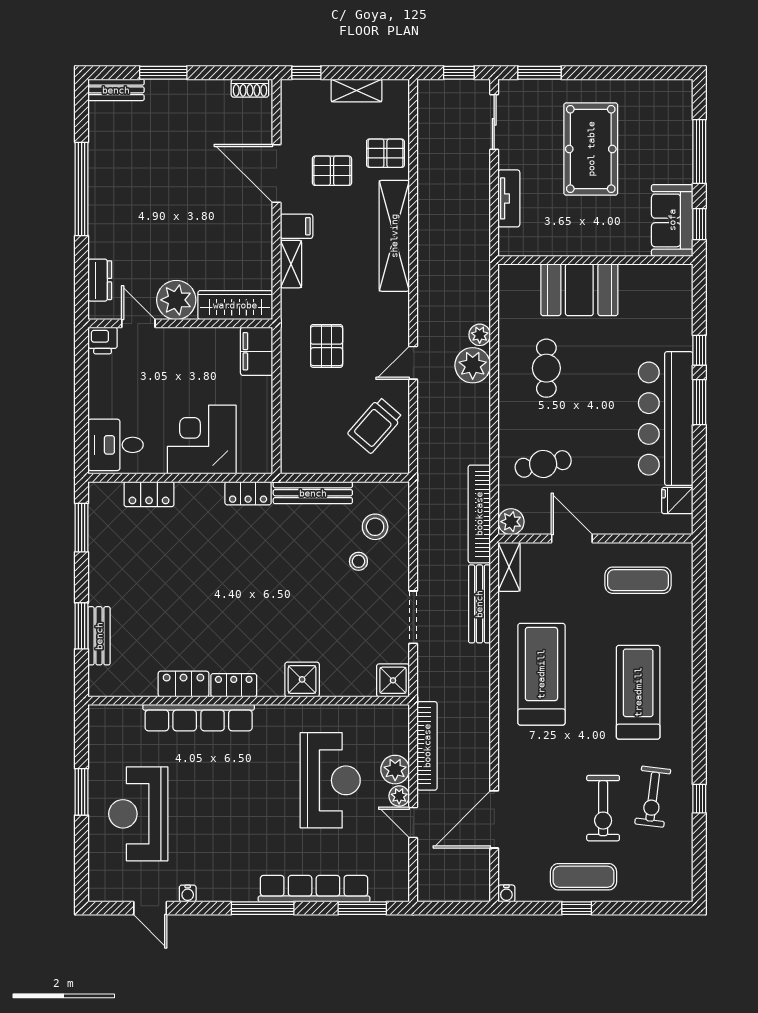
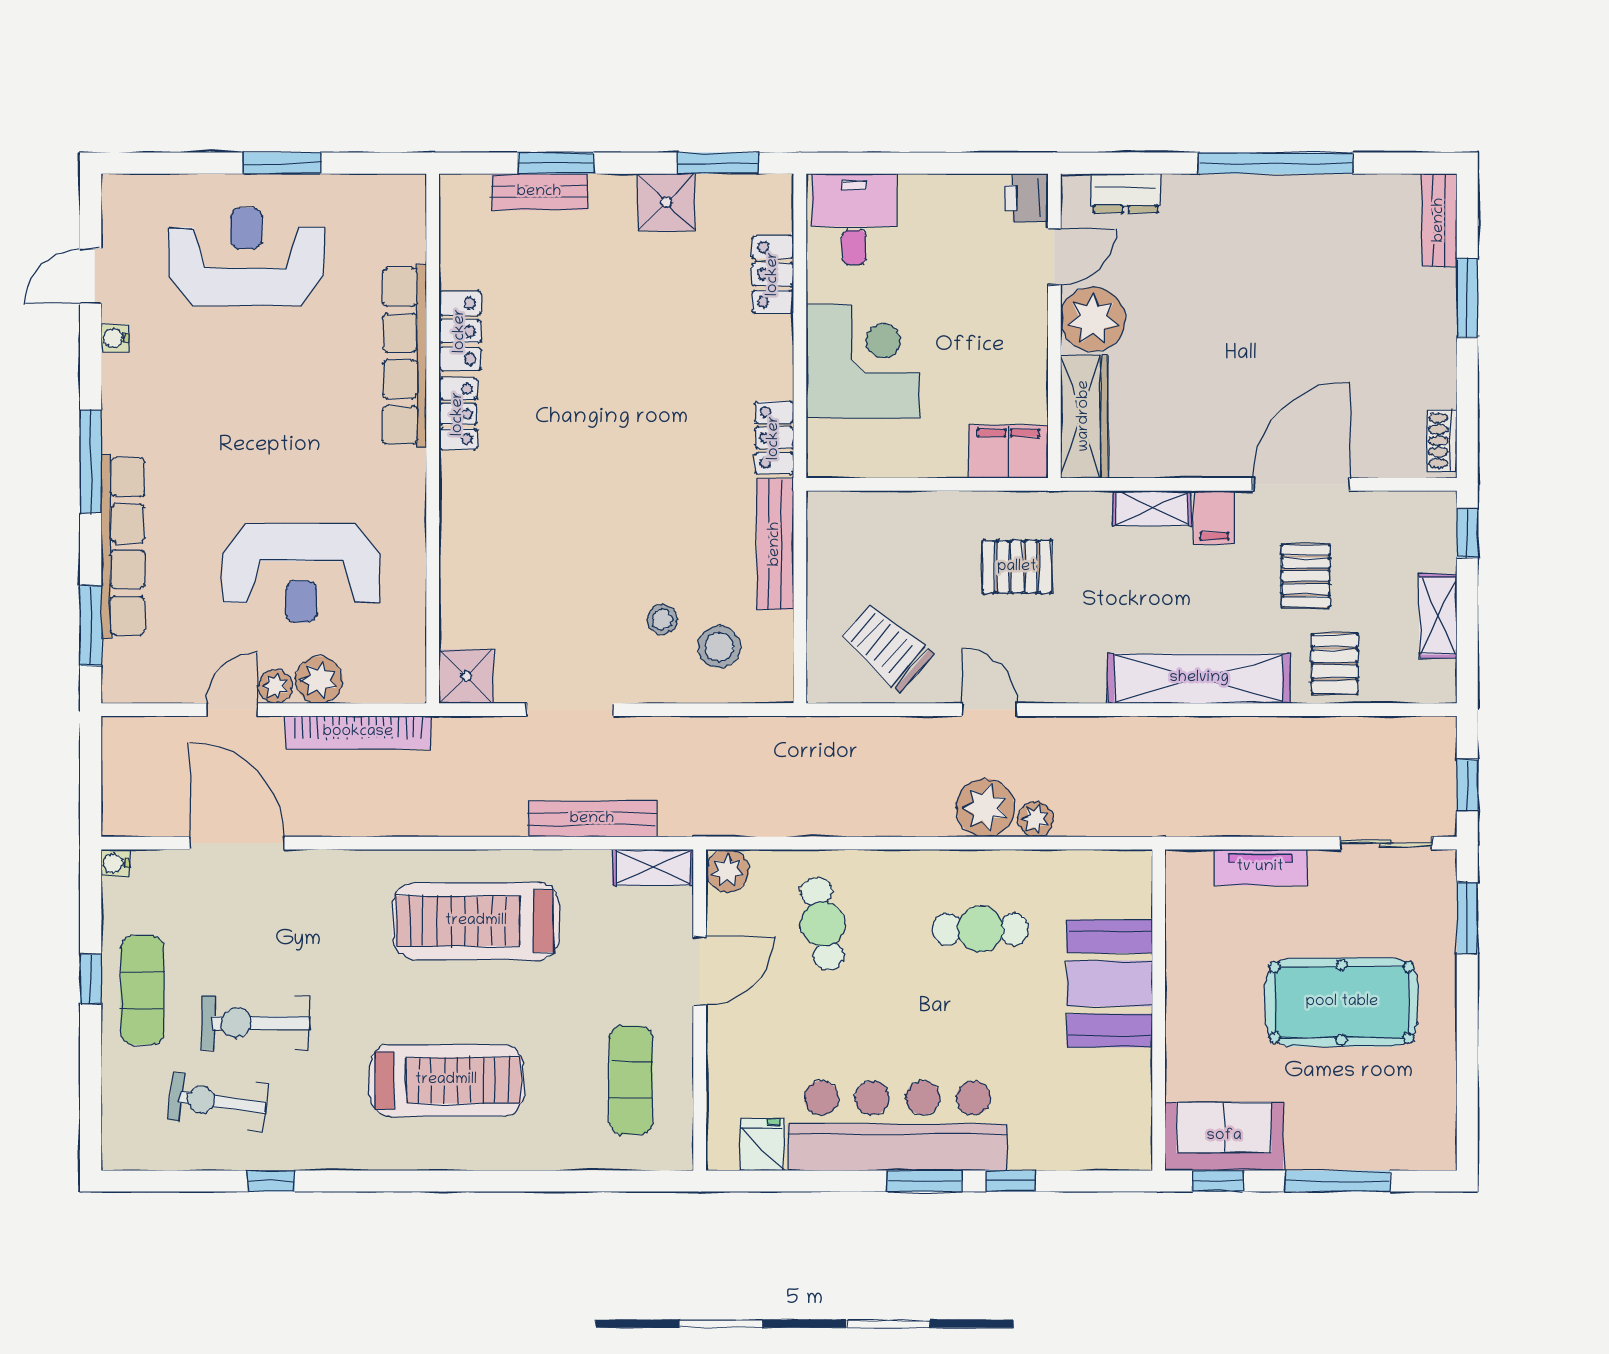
bookcase: (479, 514) -> (740, 819), removed
treadmill: (541, 674) -> (476, 921), turned 180
shower: (302, 679) -> (666, 202), moved
exercise bike: (653, 797) -> (218, 1102), moved

